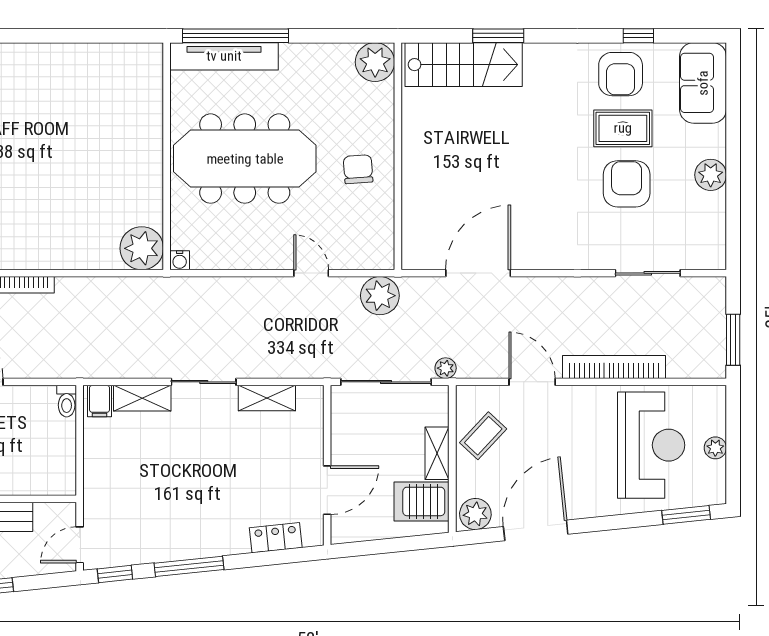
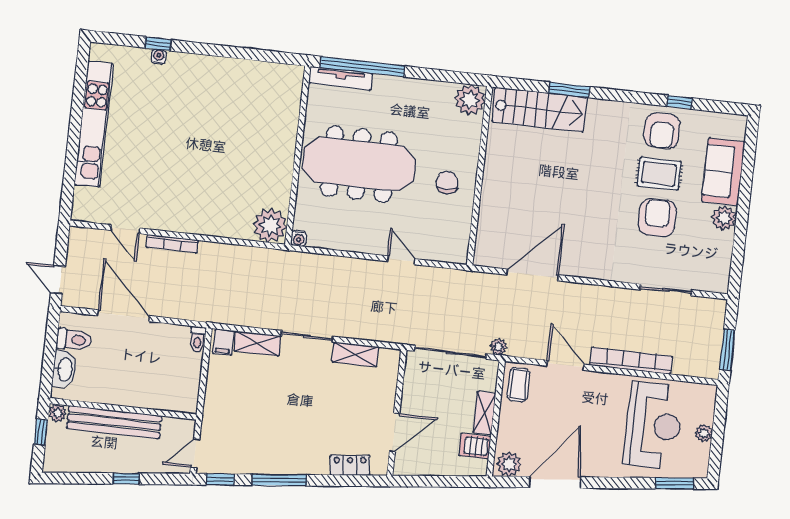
tv unit: (224, 56) -> (341, 78), width x0.73, depth x0.78
sofa: (703, 83) -> (723, 172), moved
plant: (380, 296) -> (453, 284), removed
coffee table: (483, 436) -> (519, 385), moved, turned -43
server rack: (422, 501) -> (475, 446), width x0.73, depth x0.70

